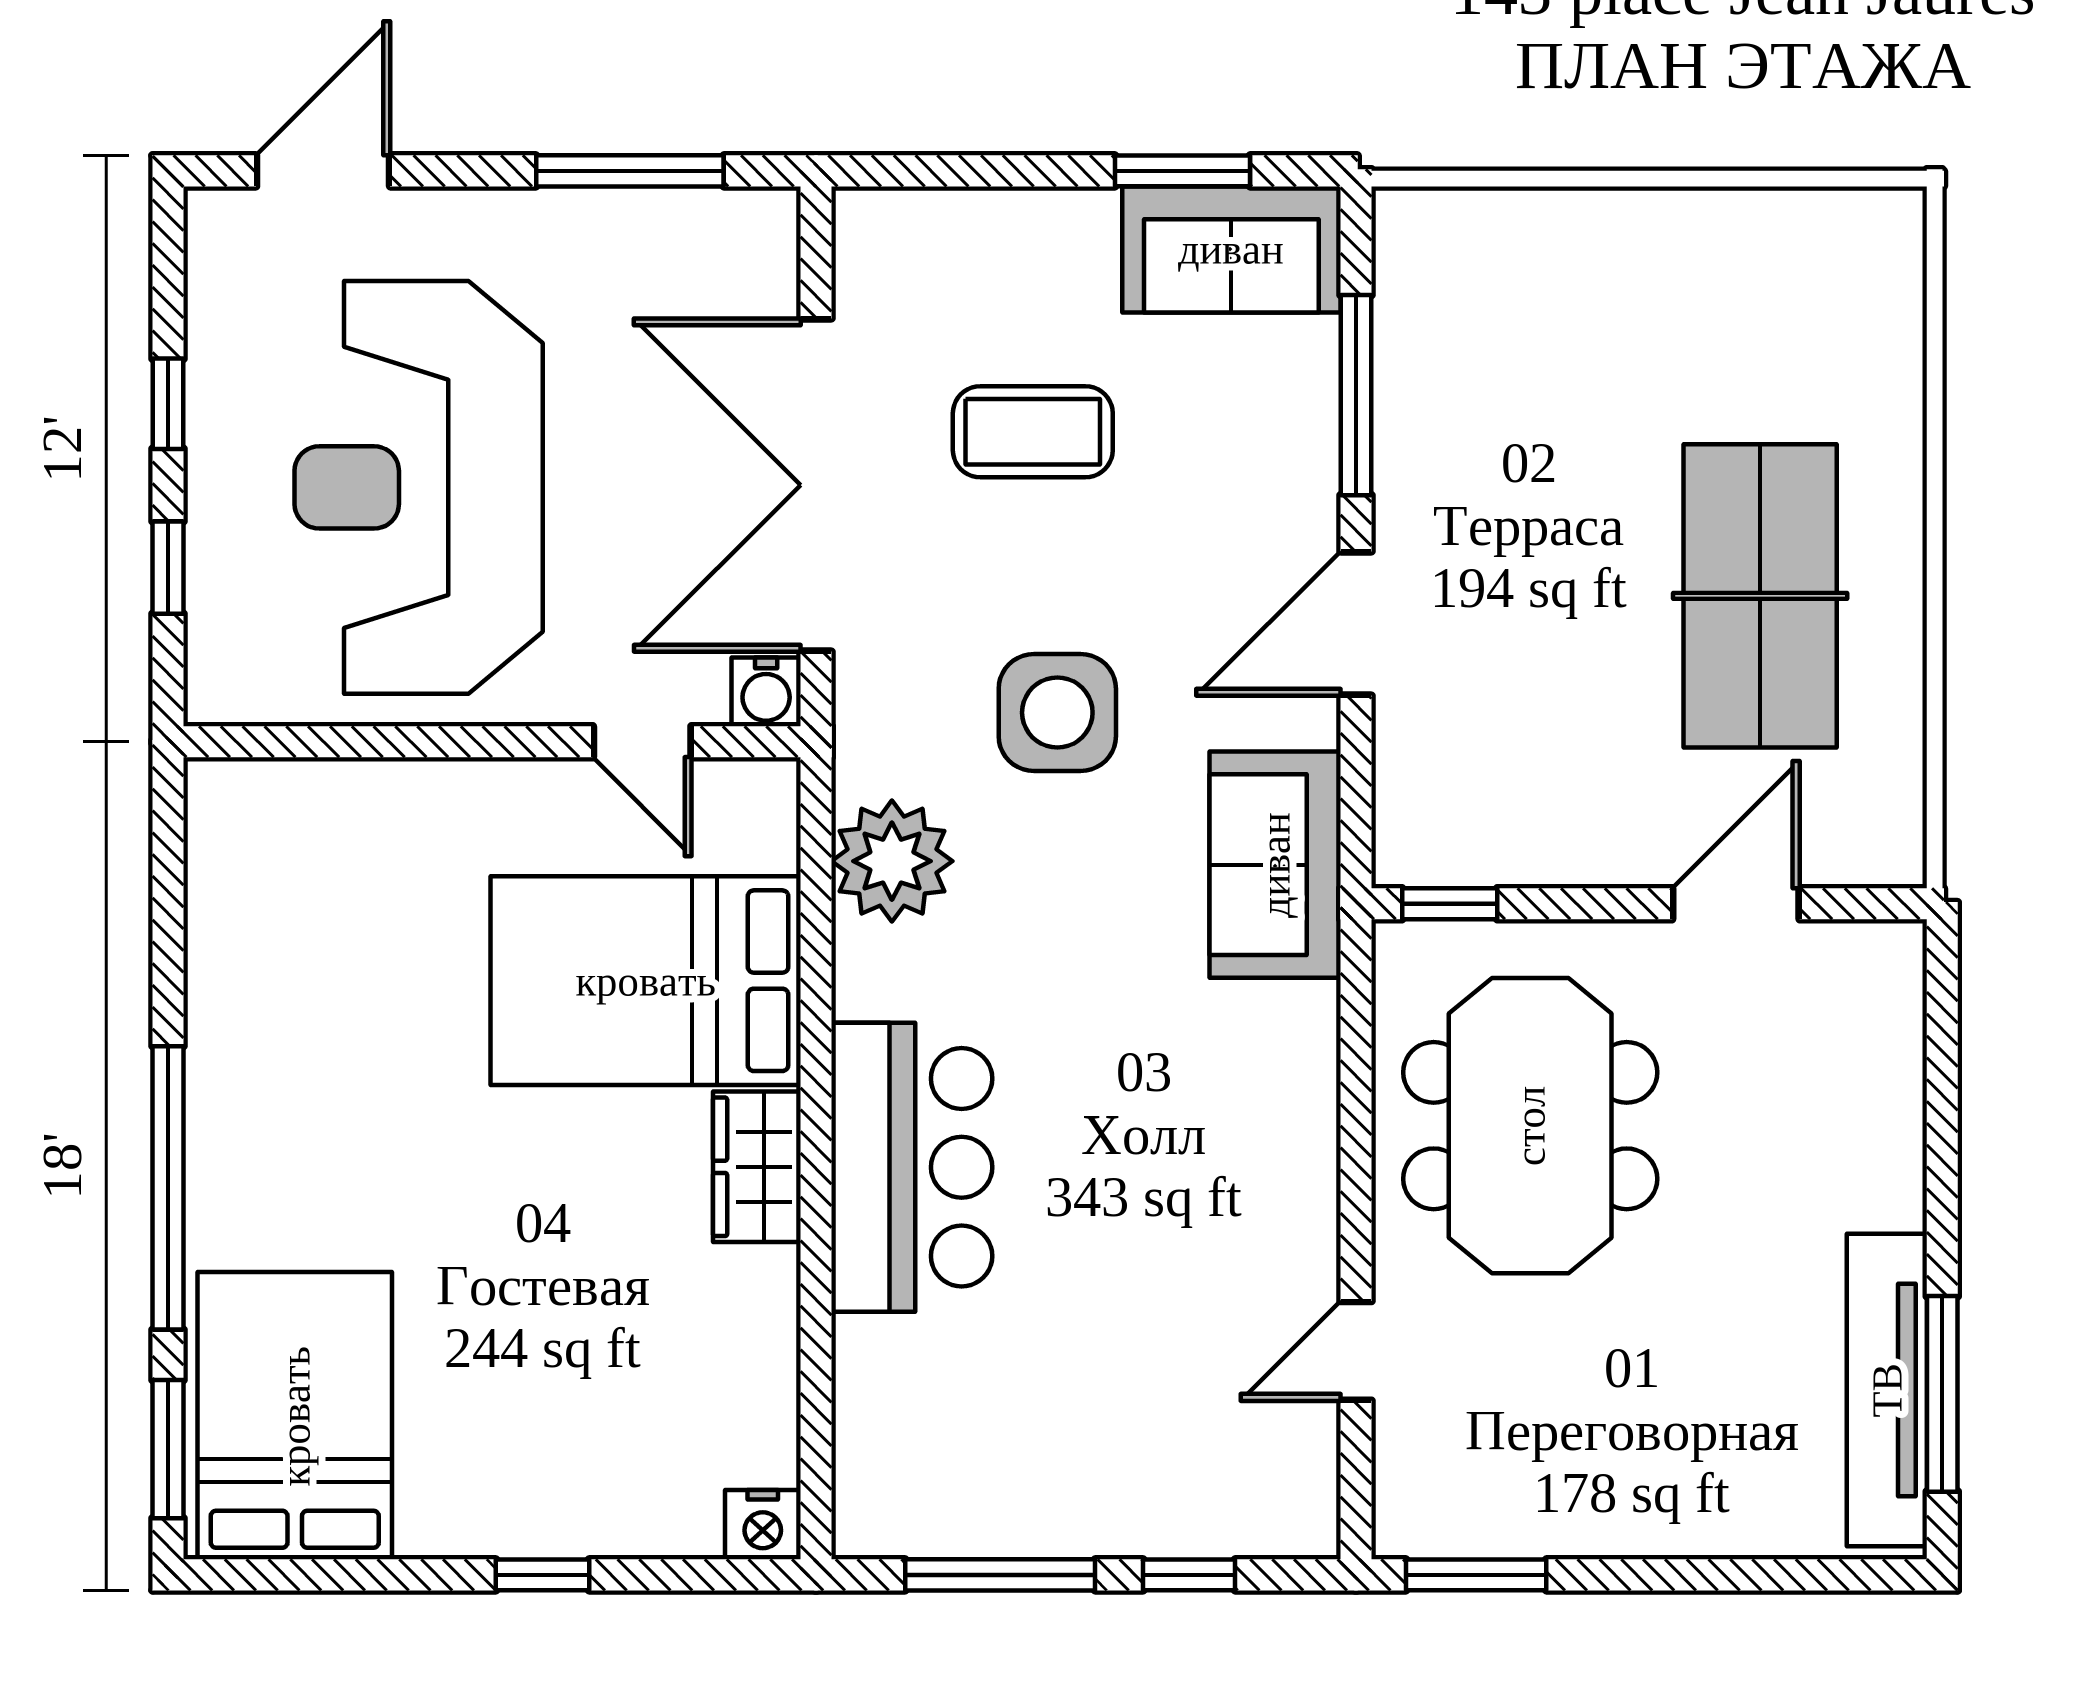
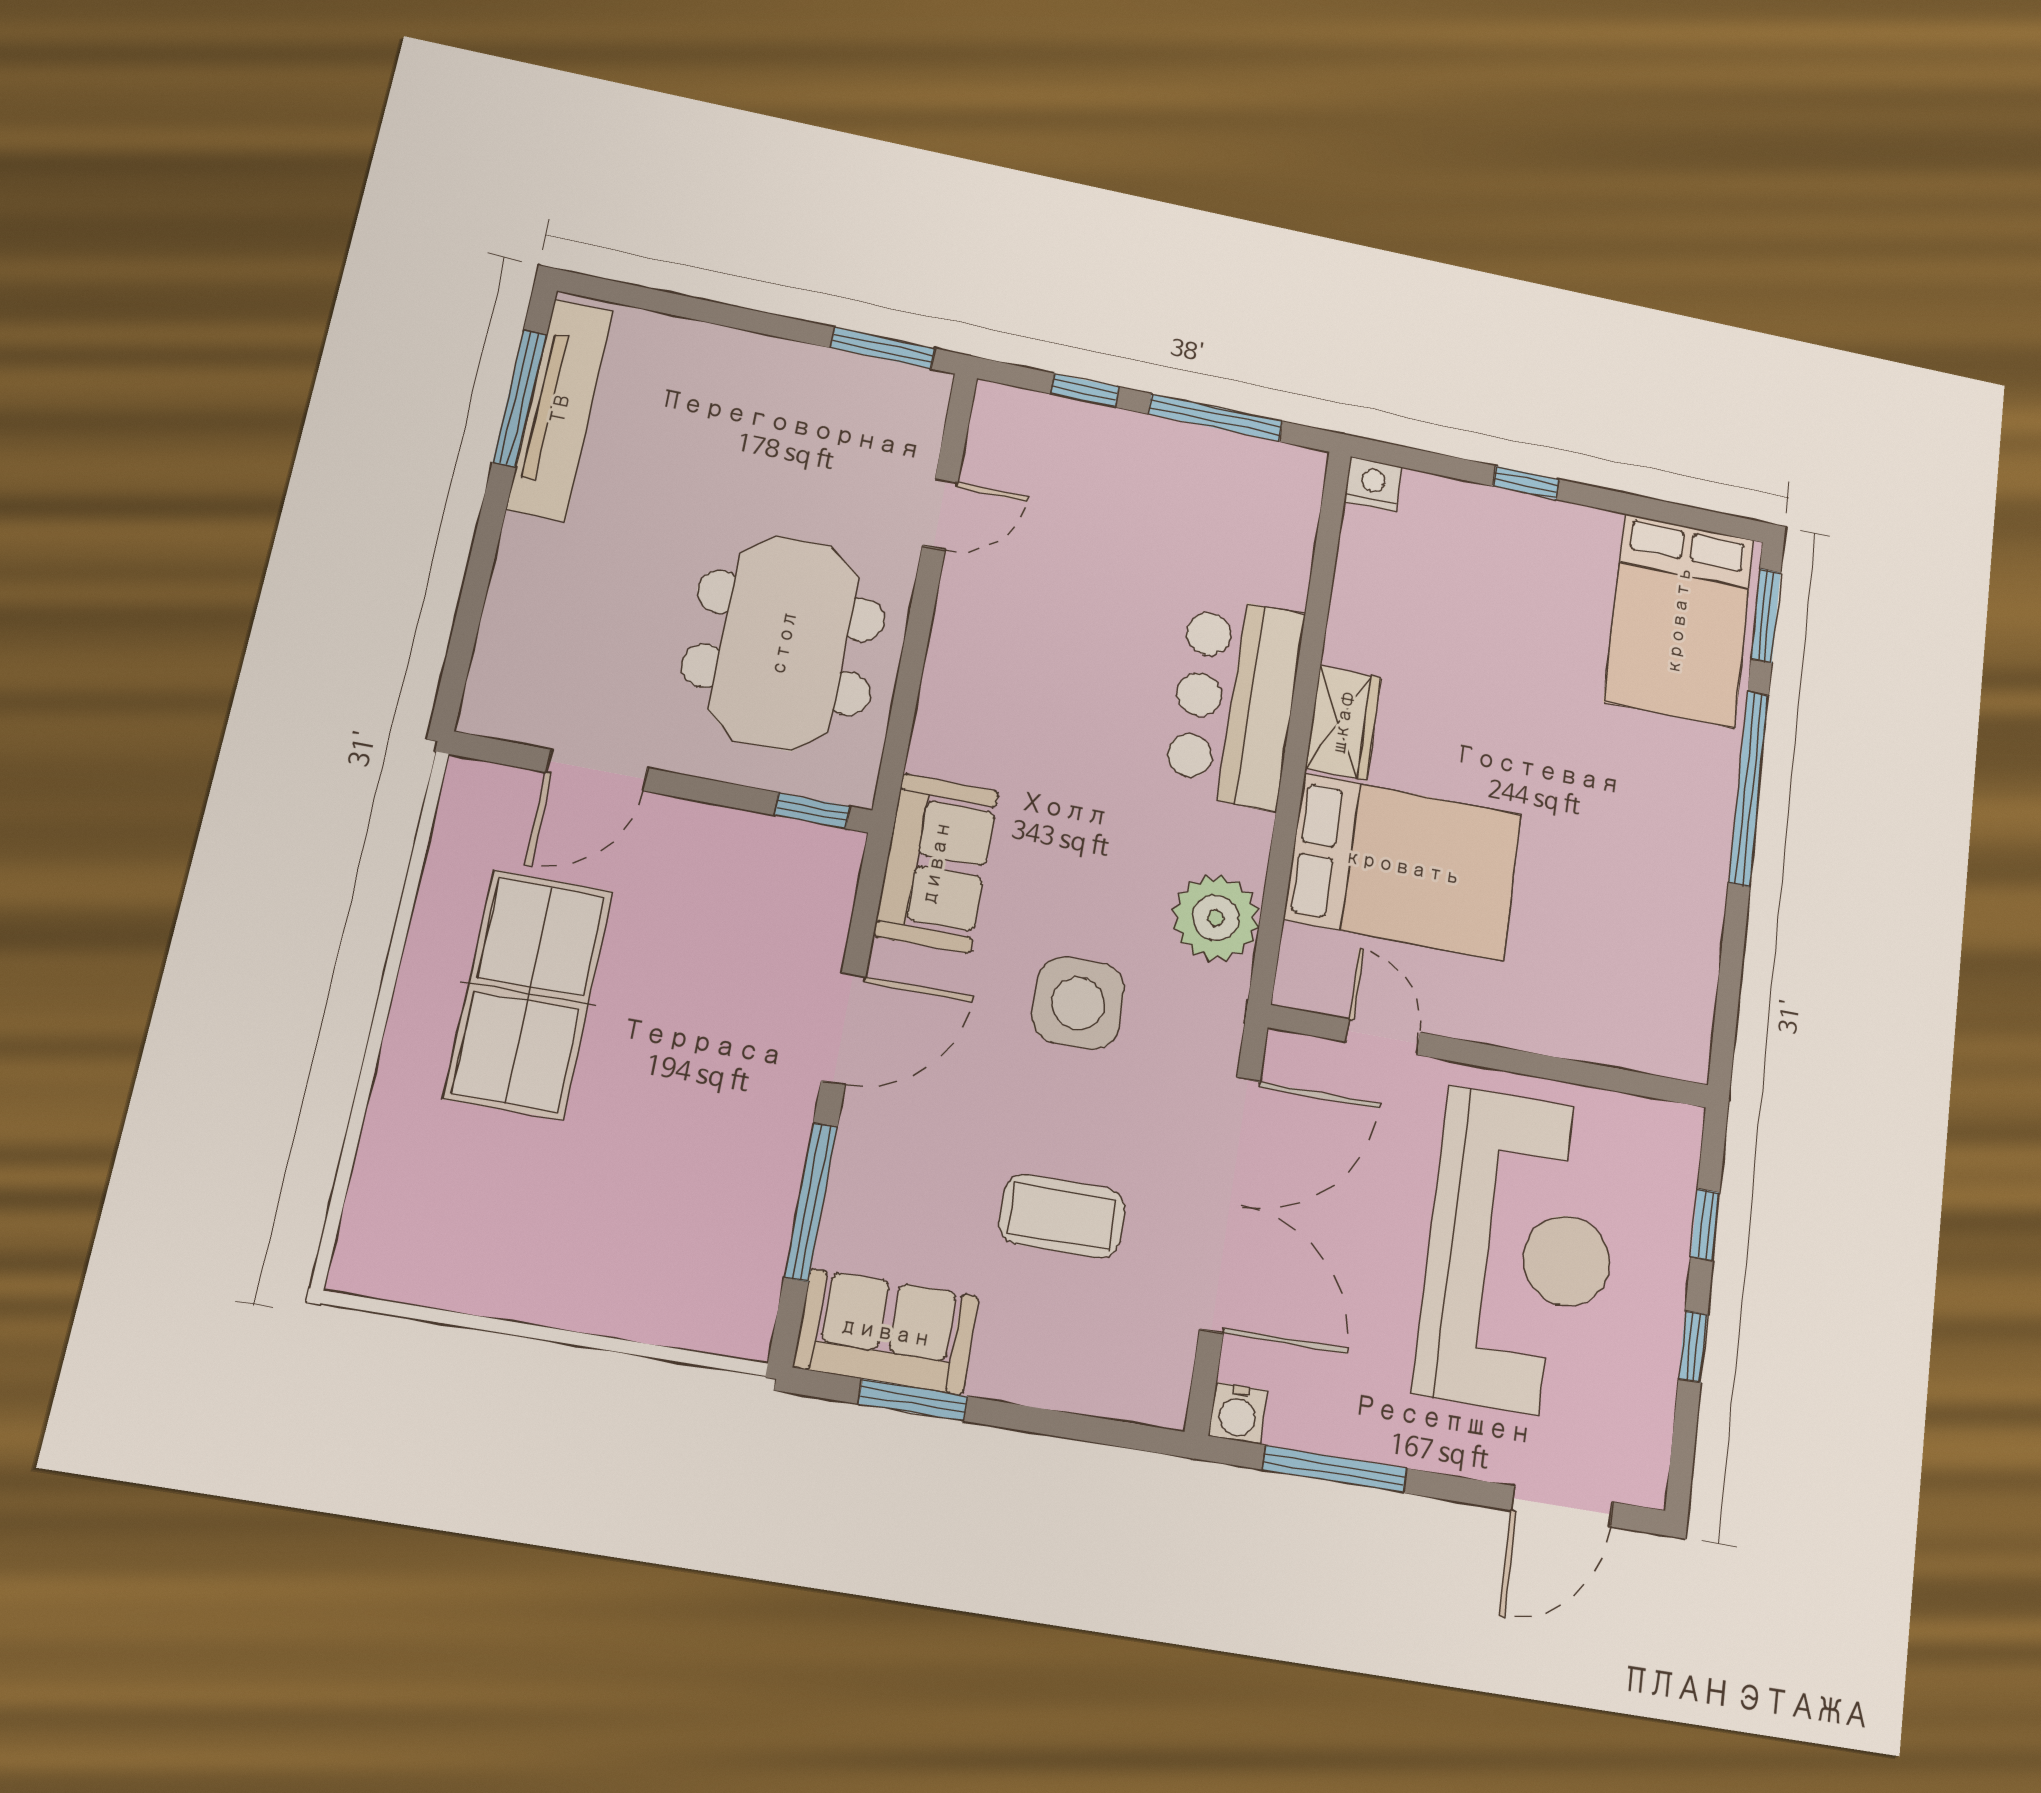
water cooler: (766, 692) -> (1238, 1413), moved, turned 180

